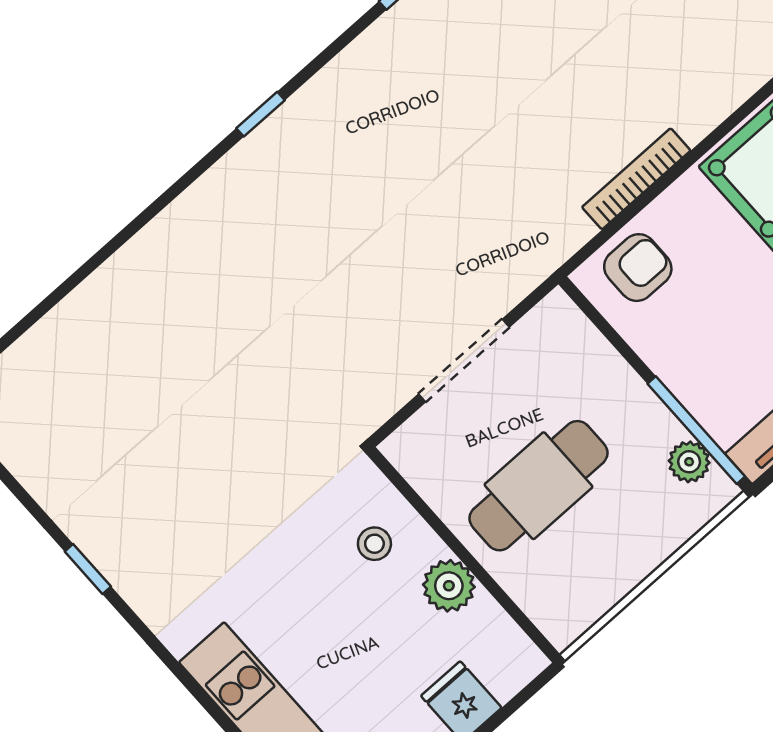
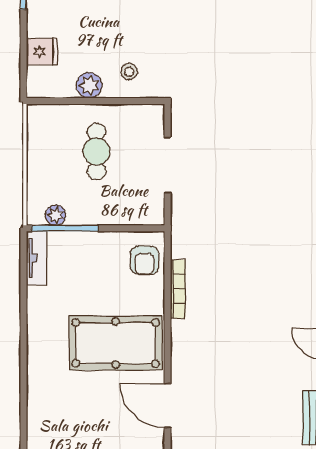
cafe table: (539, 486) -> (97, 152), width x0.73, depth x0.74

